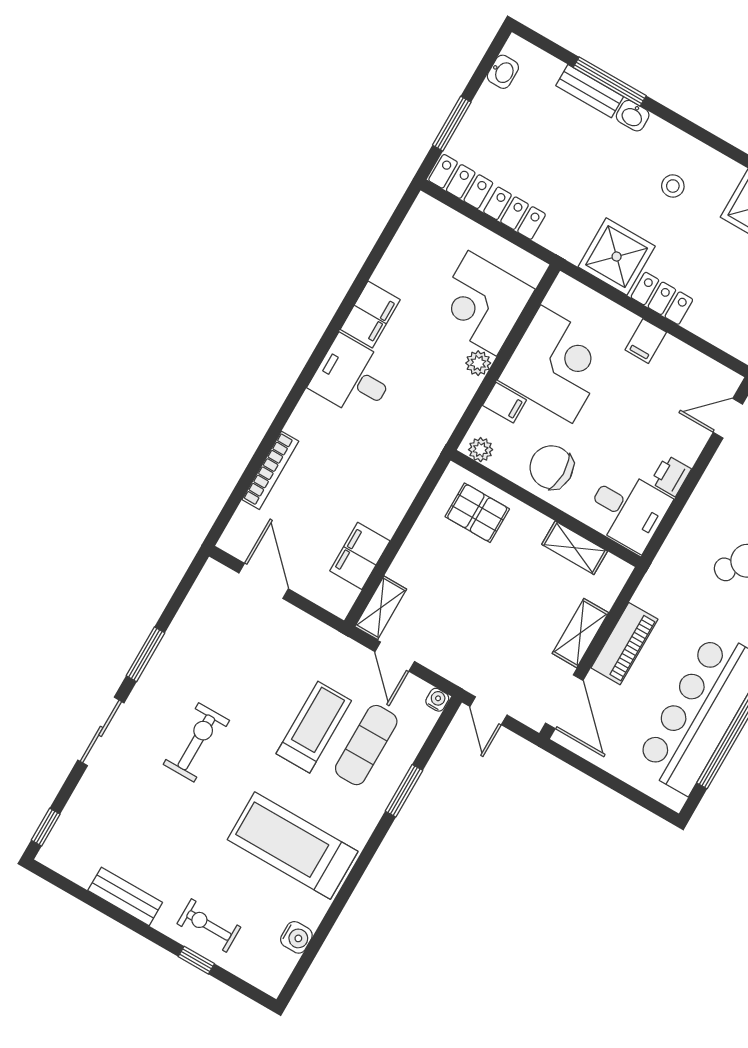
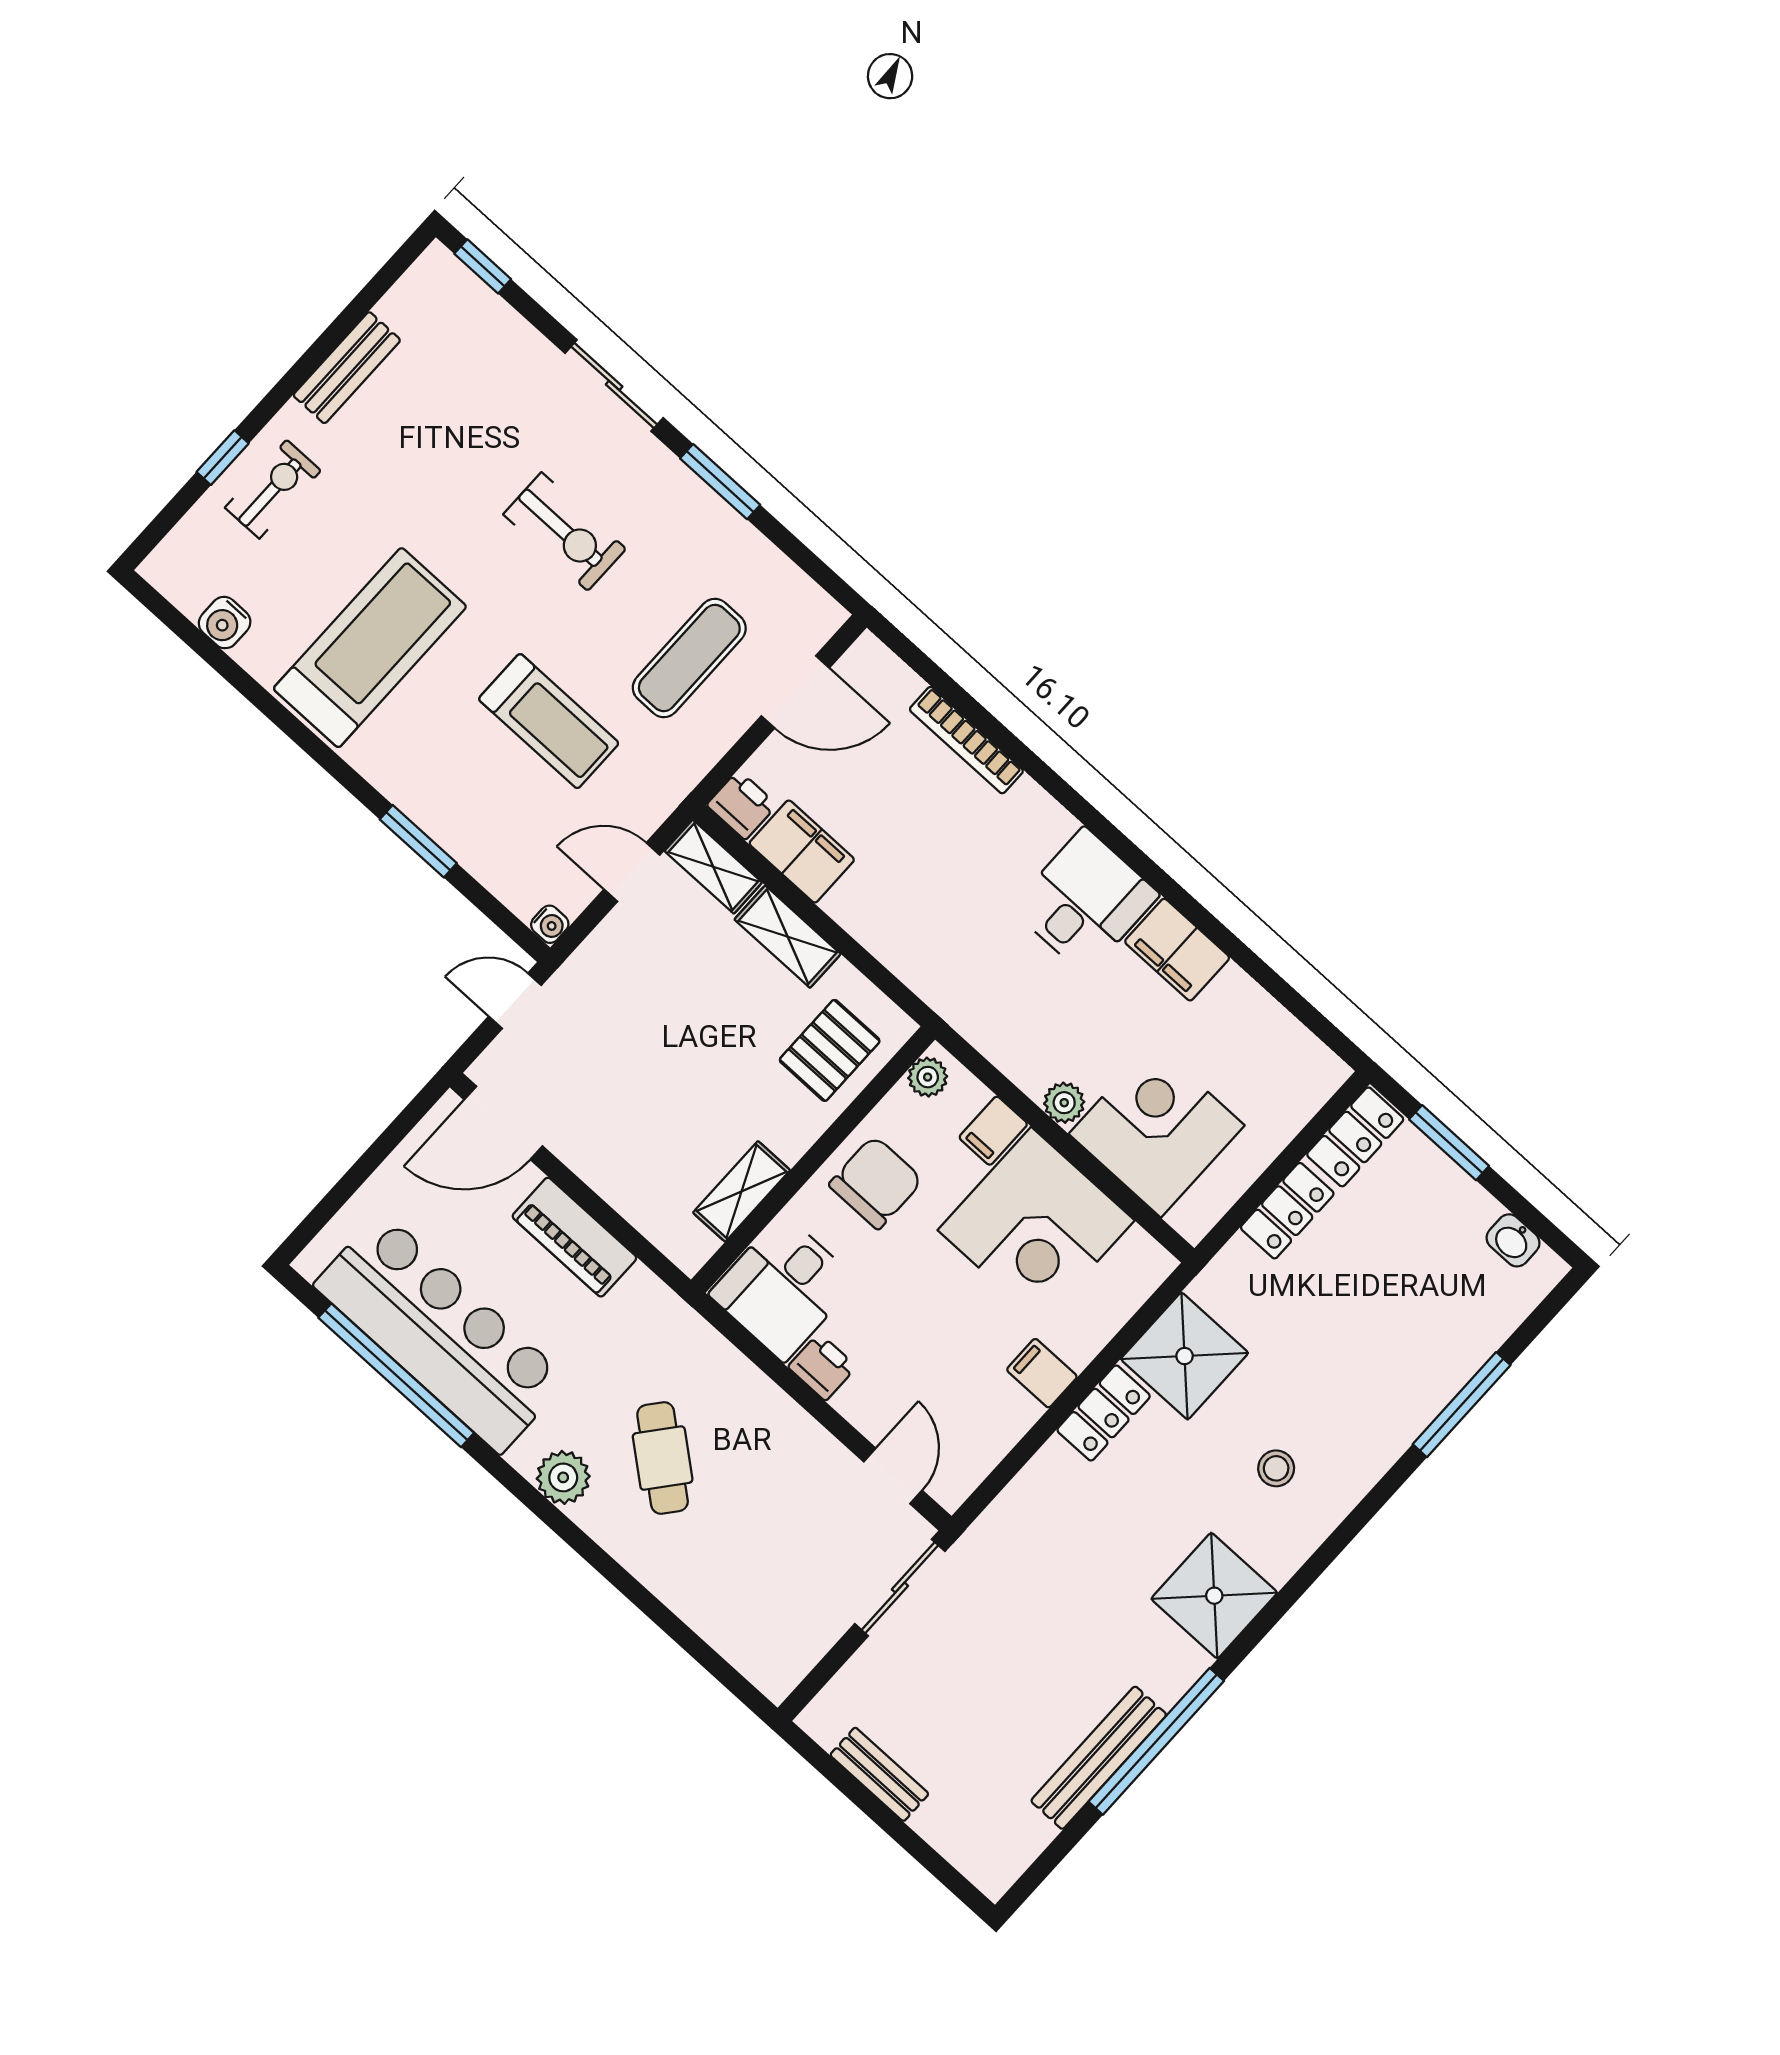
bench: (590, 91) -> (1453, 1370), removed
washbasin: (633, 116) -> (1400, 1429), removed
printer: (339, 598) -> (742, 805), added
shelving: (580, 633) -> (788, 937), moved
exercise mat: (366, 745) -> (689, 658), moved, turned 90

